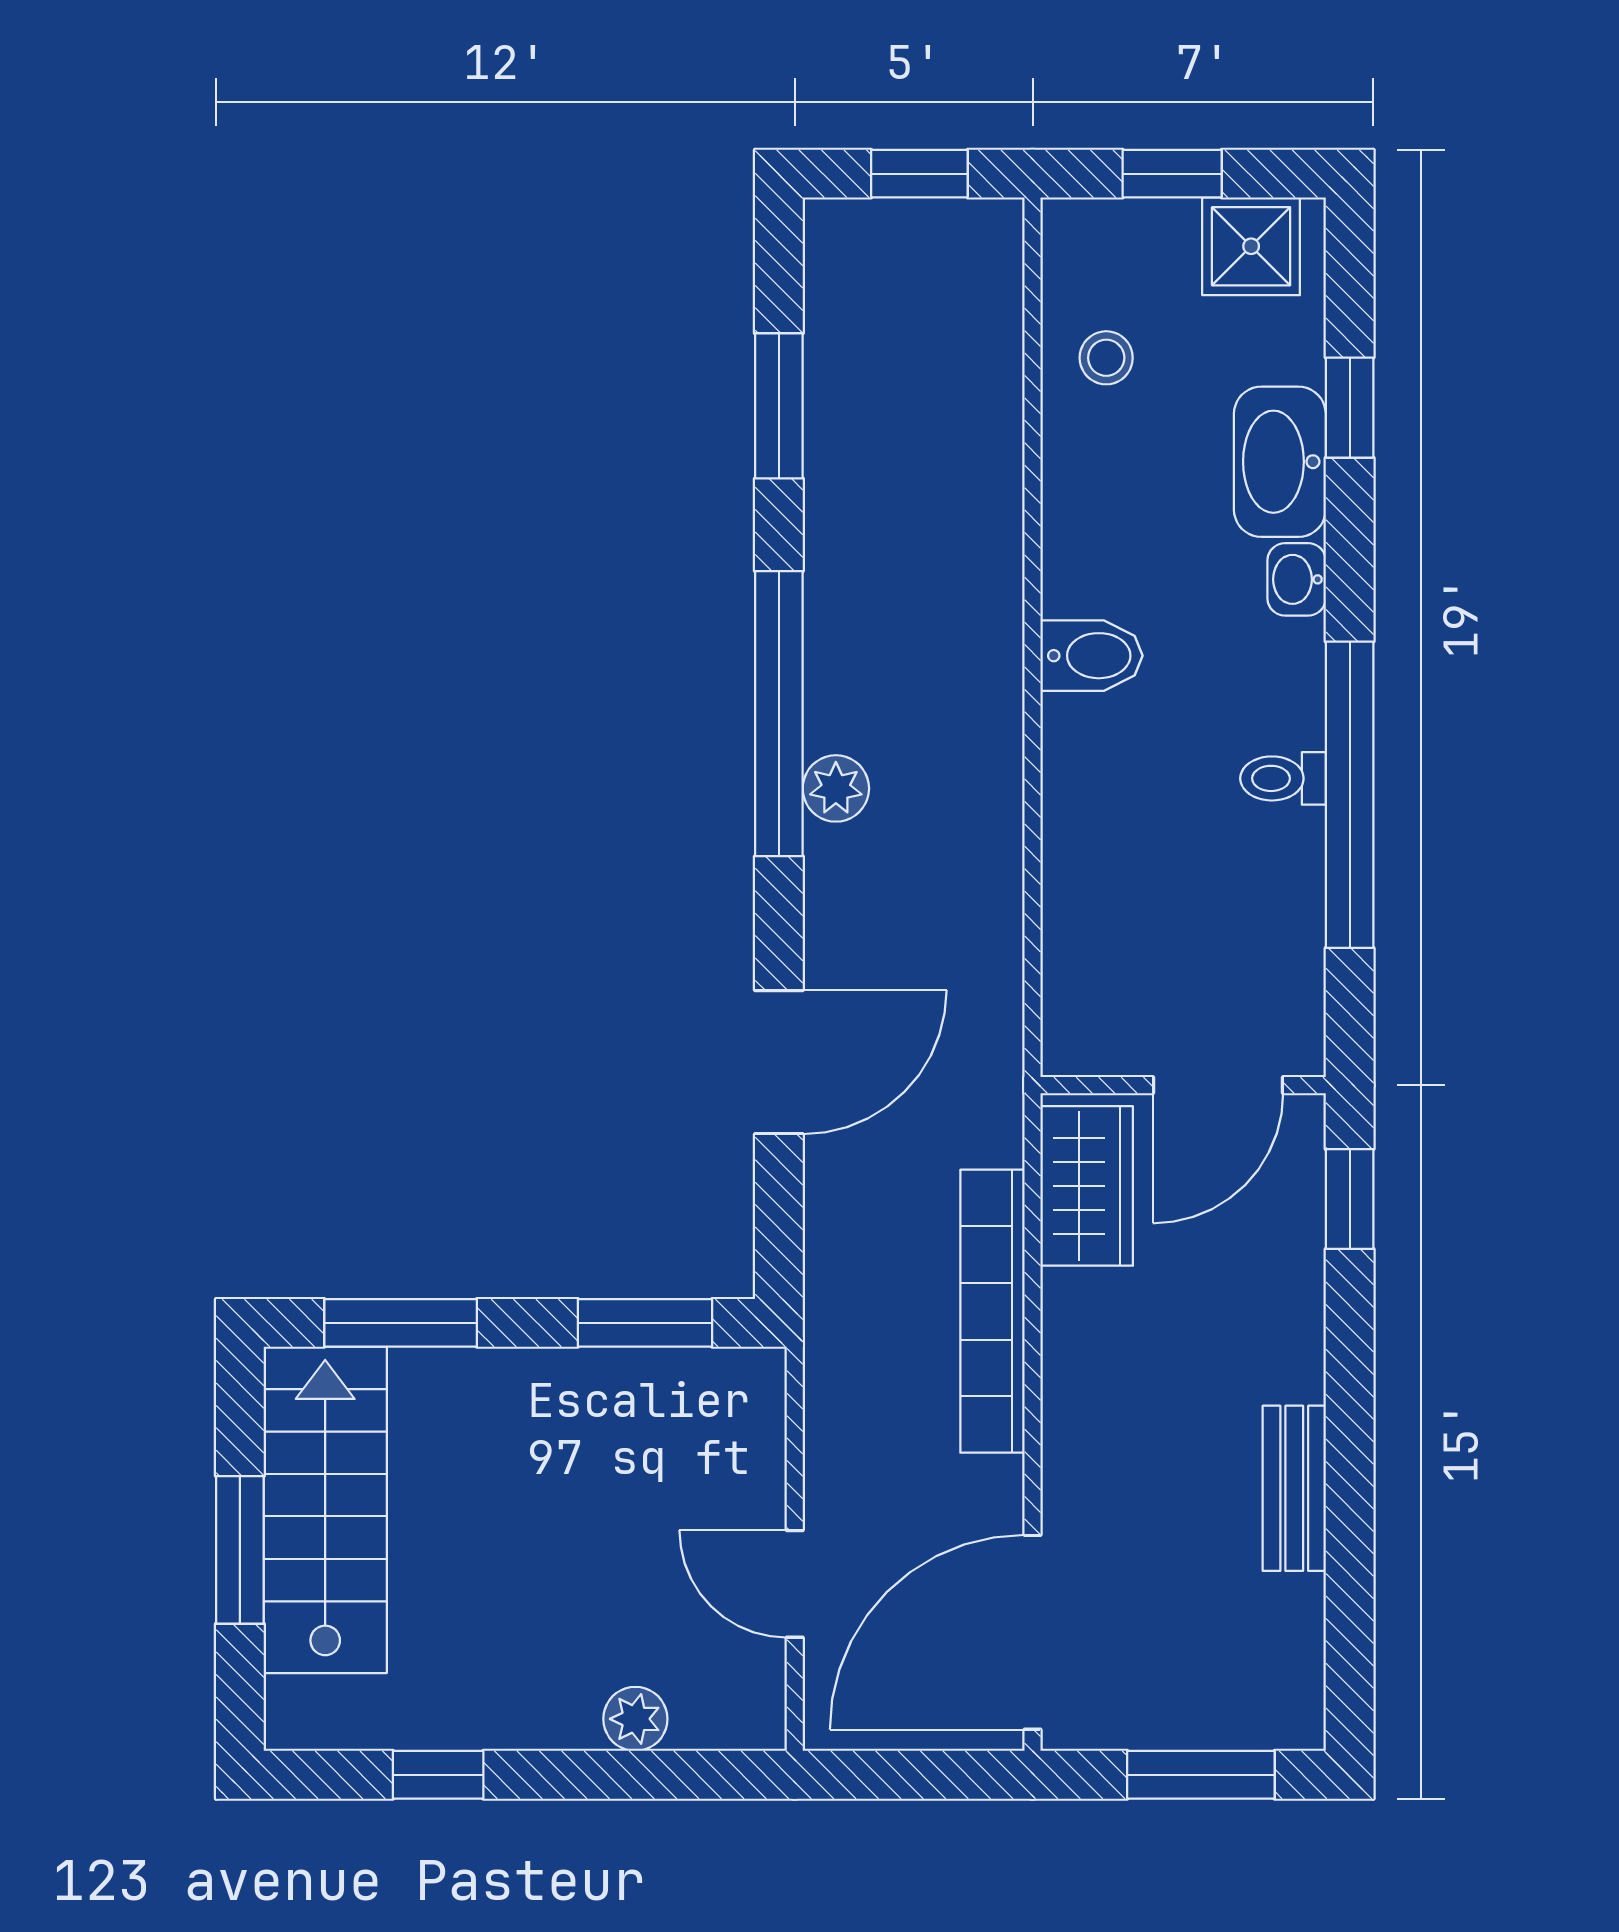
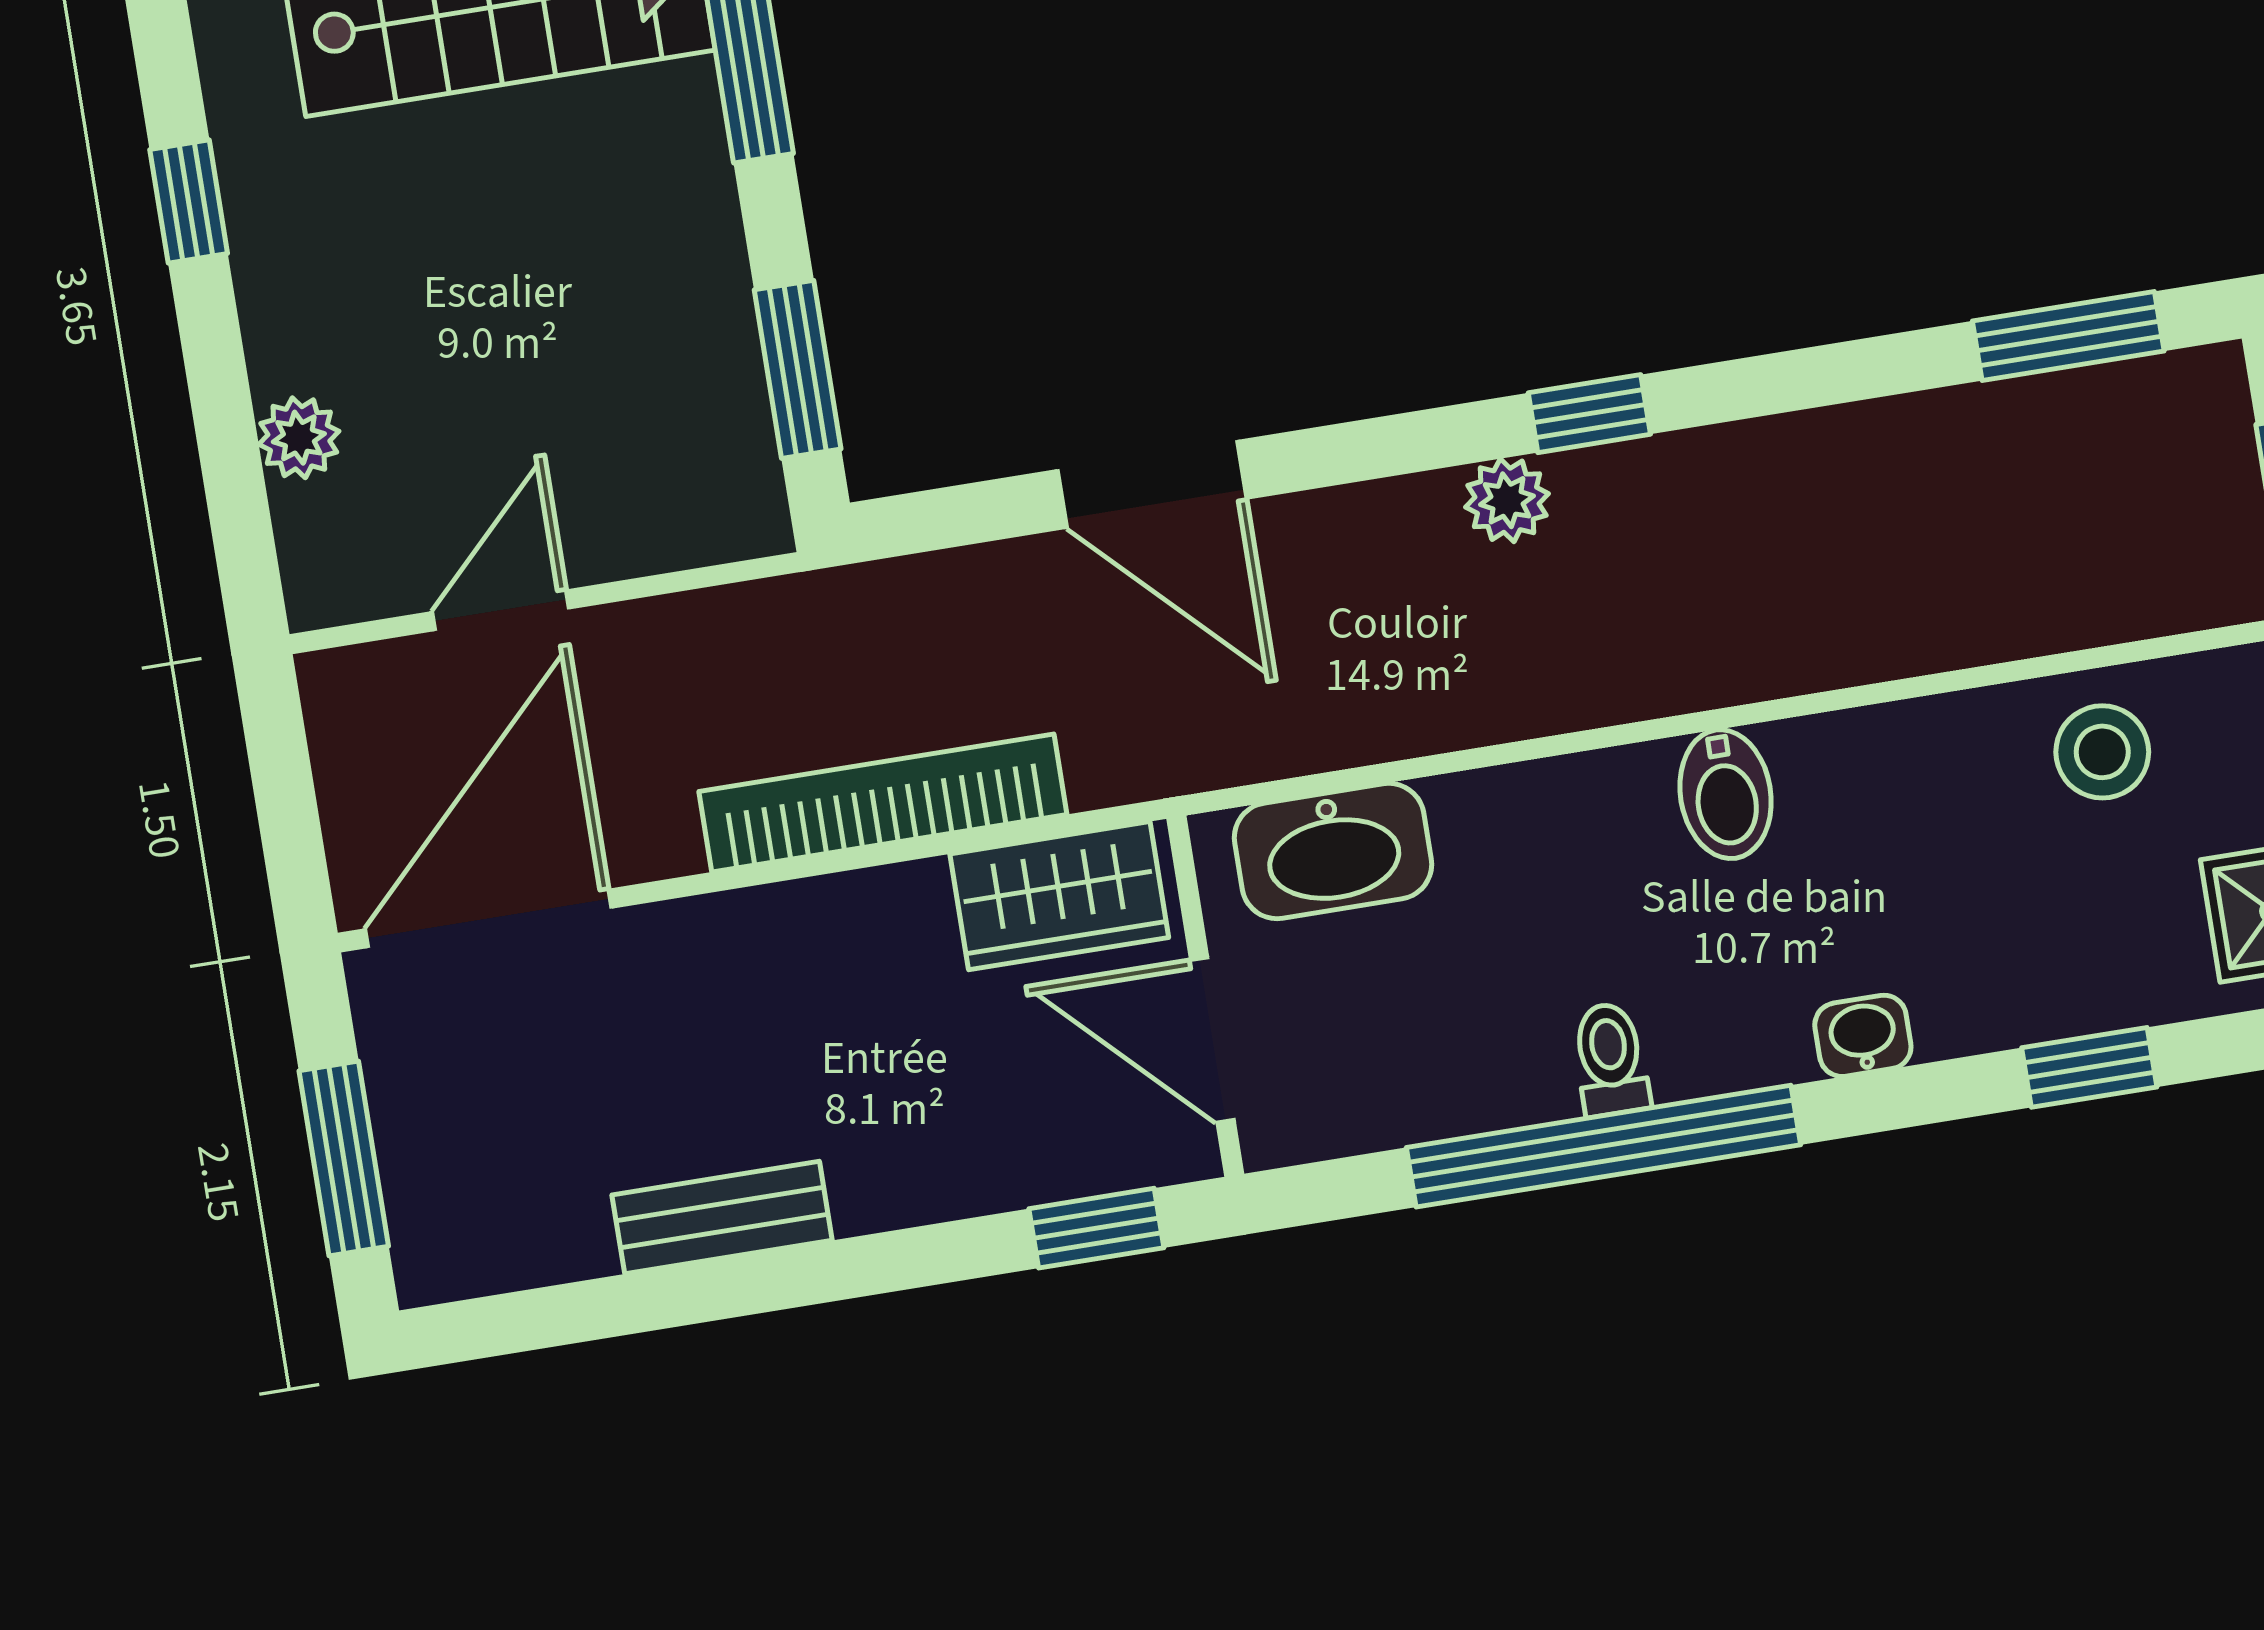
stool: (1106, 358) -> (2102, 752), width x1.37, depth x1.37
window: (779, 406) -> (2068, 336), moved
washbasin: (1280, 462) -> (1333, 851), moved, turned 180
window: (779, 714) -> (1589, 414), width x0.32
door: (1033, 1632) -> (488, 918), hinge flipped

